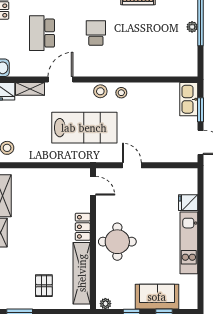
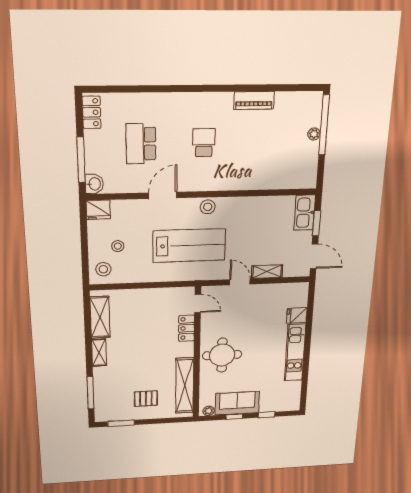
shelving: (30, 89) -> (267, 272), moved
stool: (121, 93) -> (118, 246), moved
locker: (83, 227) -> (187, 328), moved
pallet: (44, 286) -> (146, 399), turned 90
sofa: (157, 297) -> (237, 403), moved

